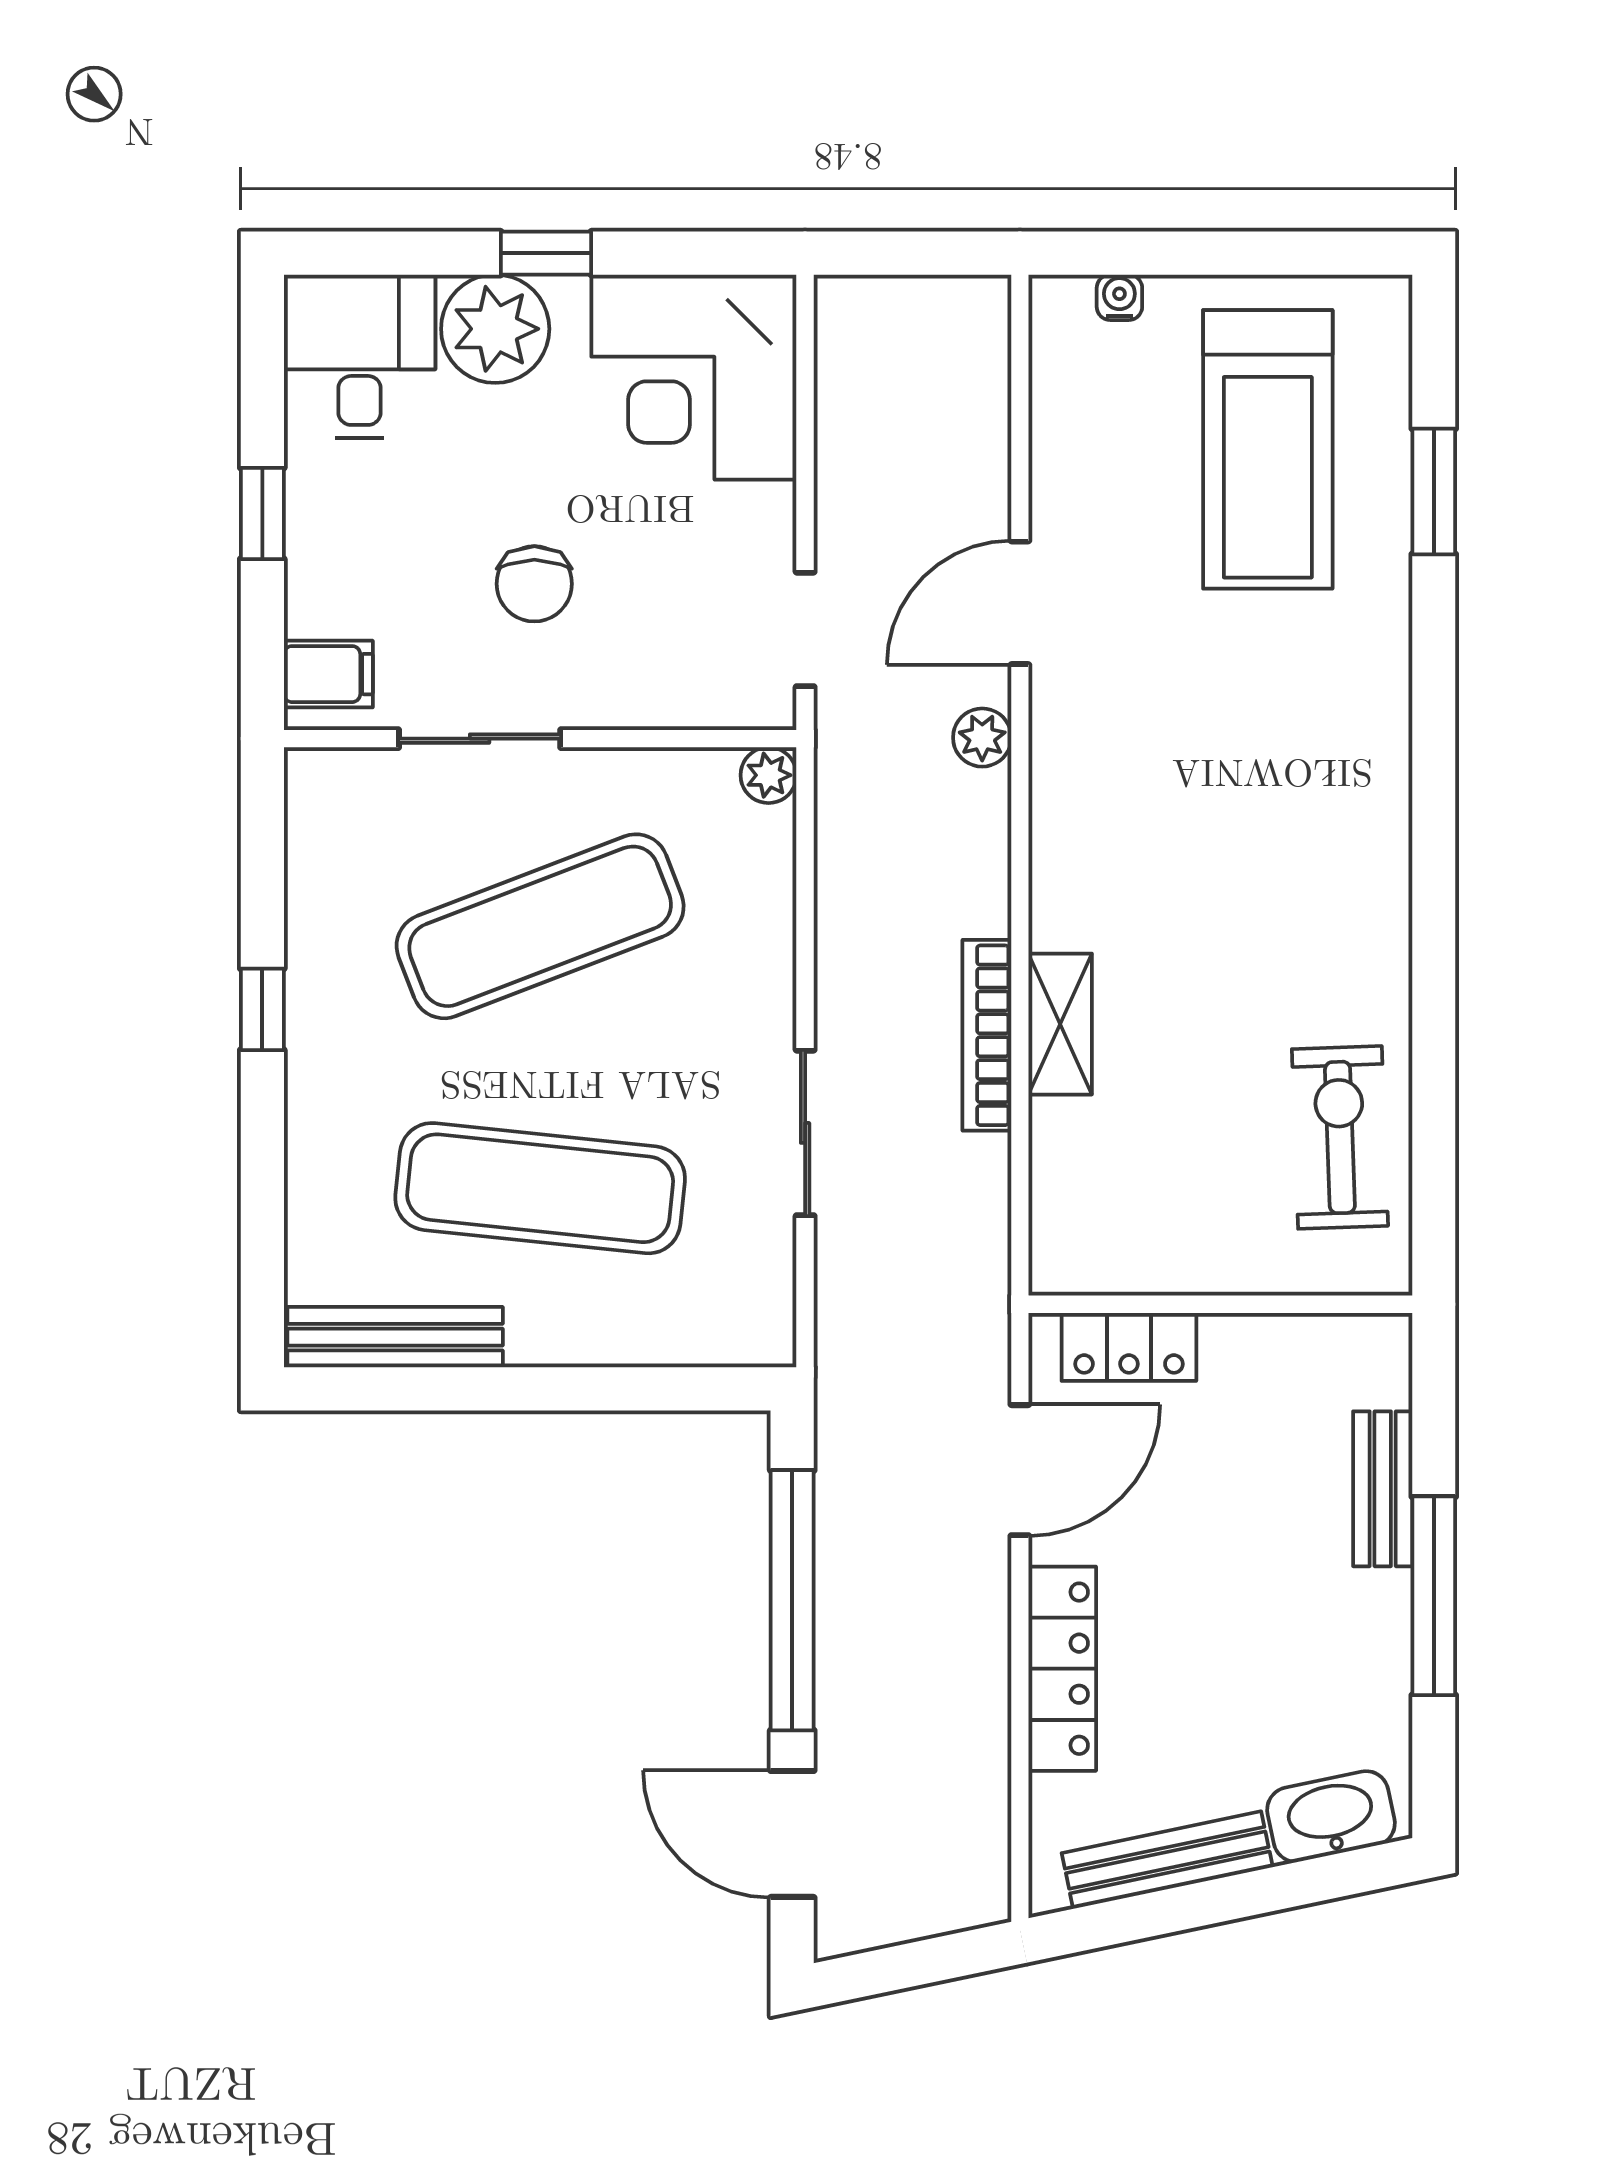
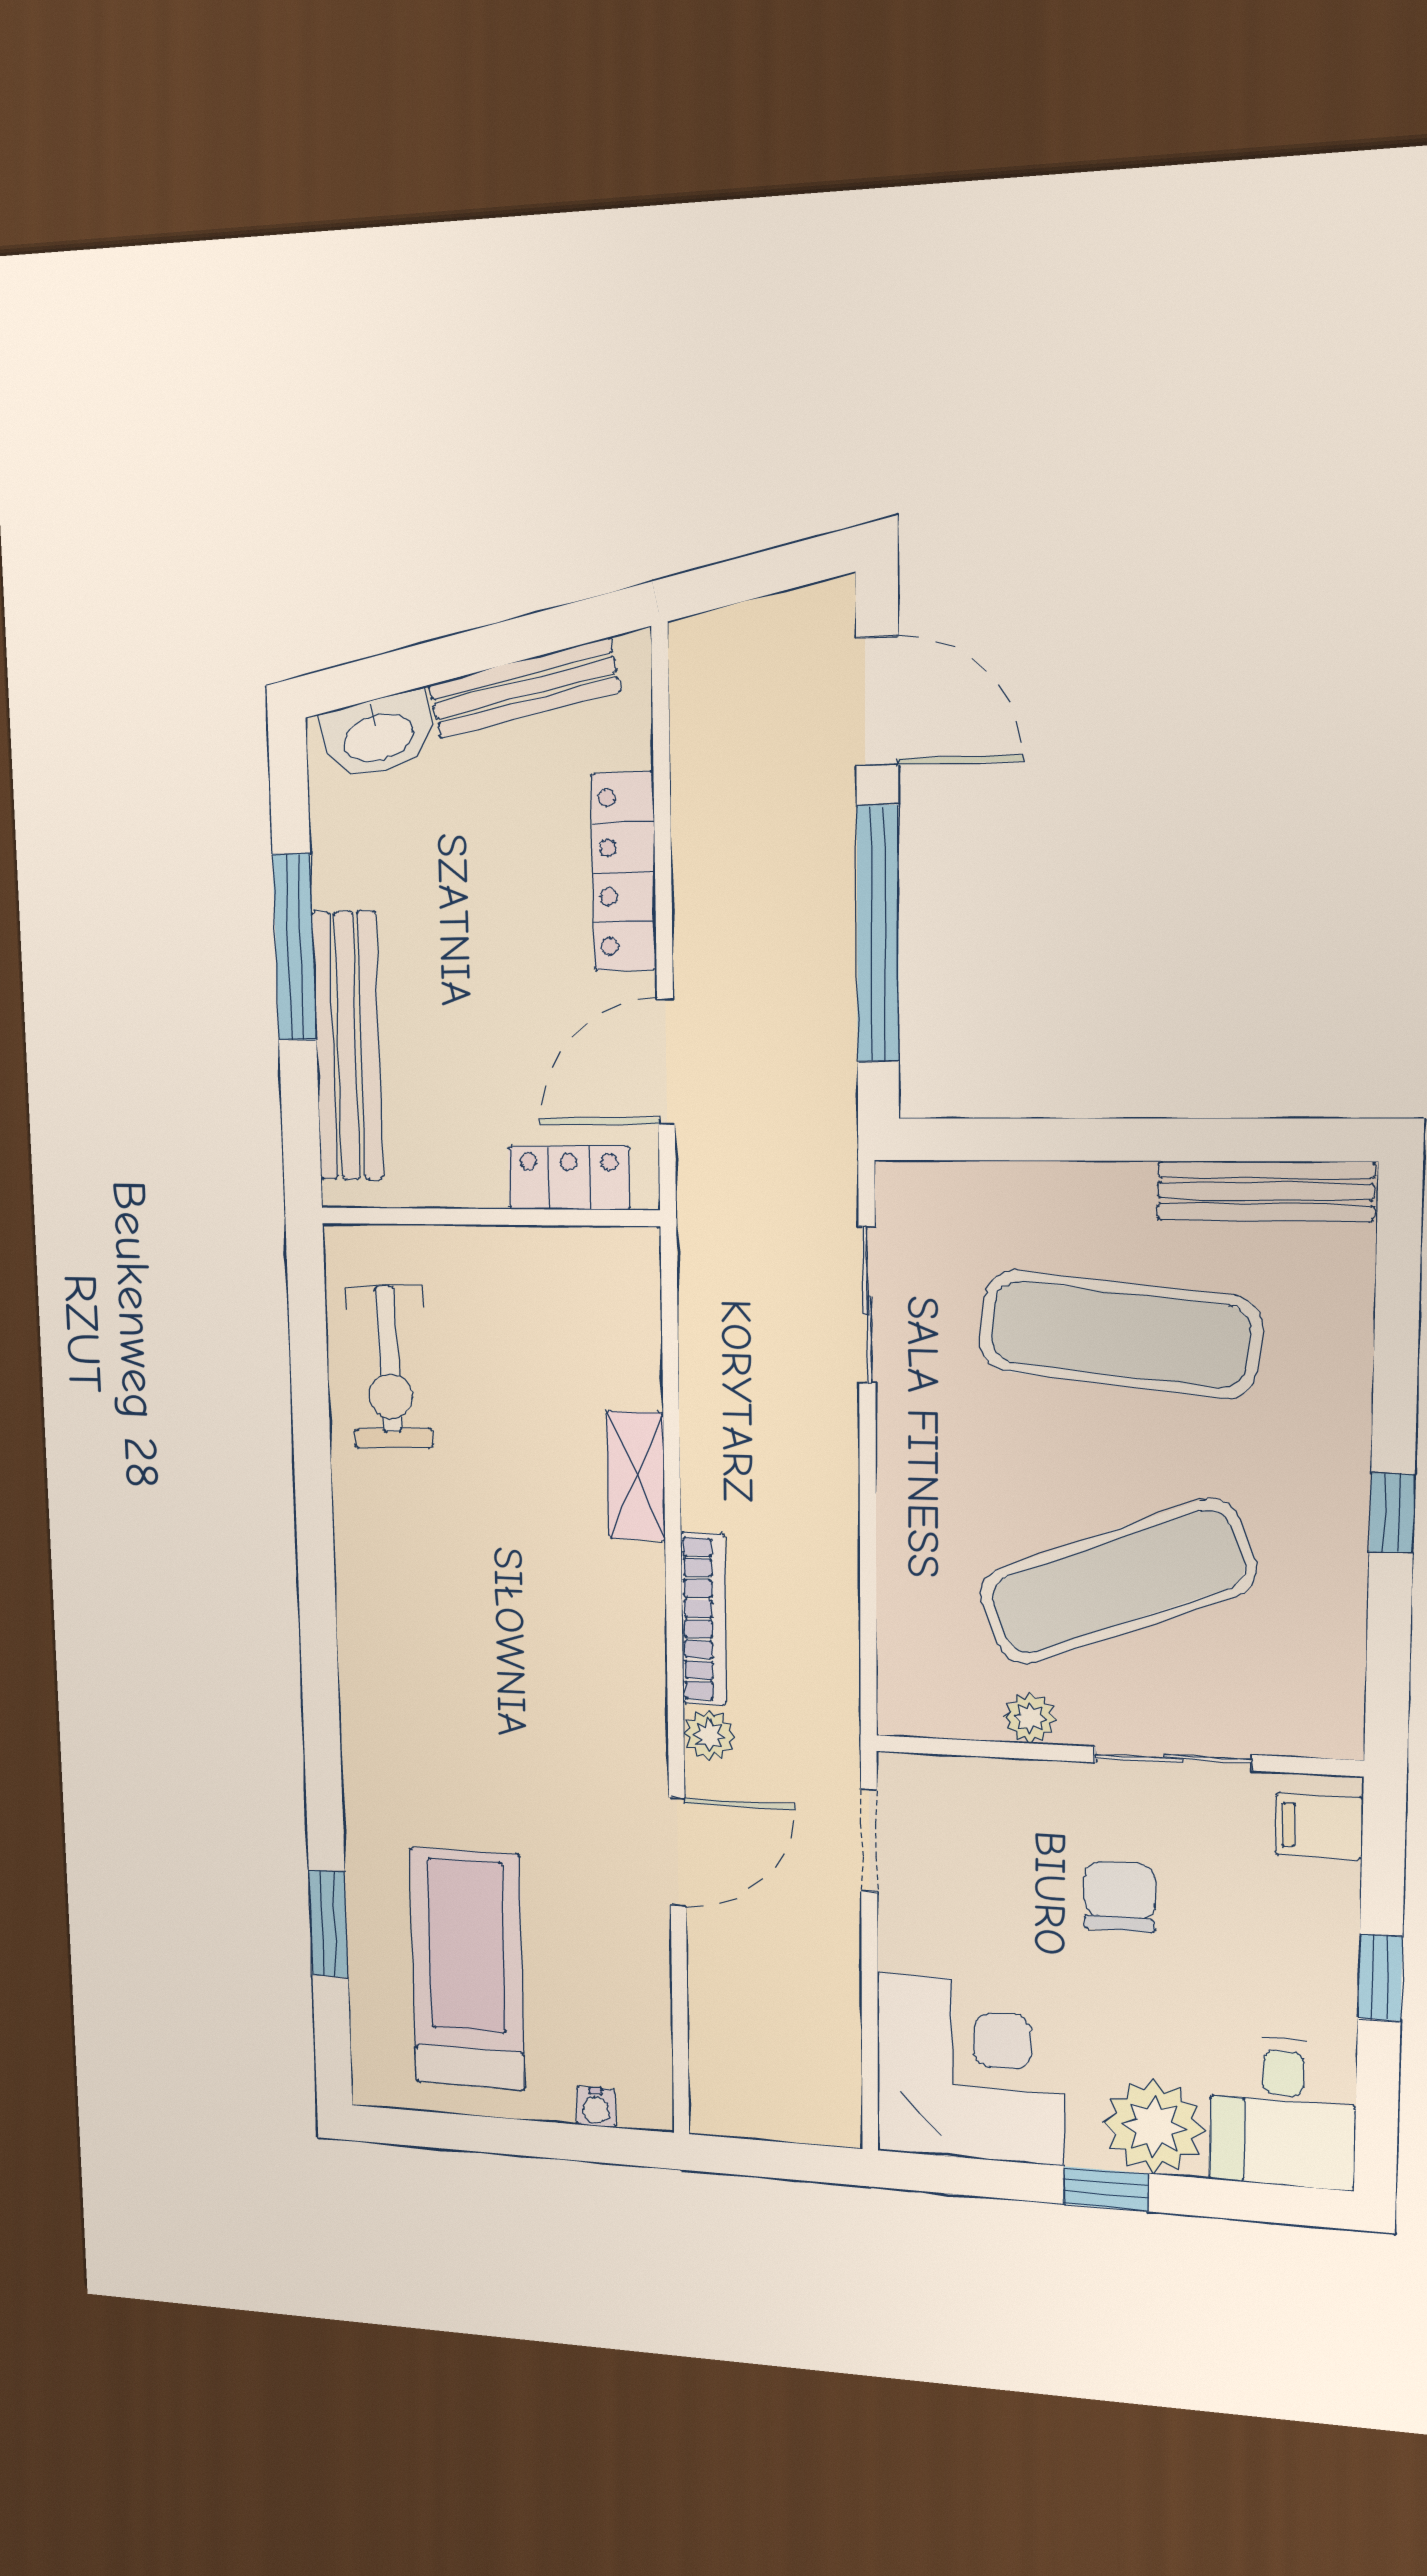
plant: (769, 775) -> (1030, 1718), moved
bookcase: (987, 1035) -> (704, 1619), moved
sliding door: (805, 1133) -> (867, 1305), moved
bench: (1383, 1489) -> (348, 1046), width x1.86, depth x1.21

